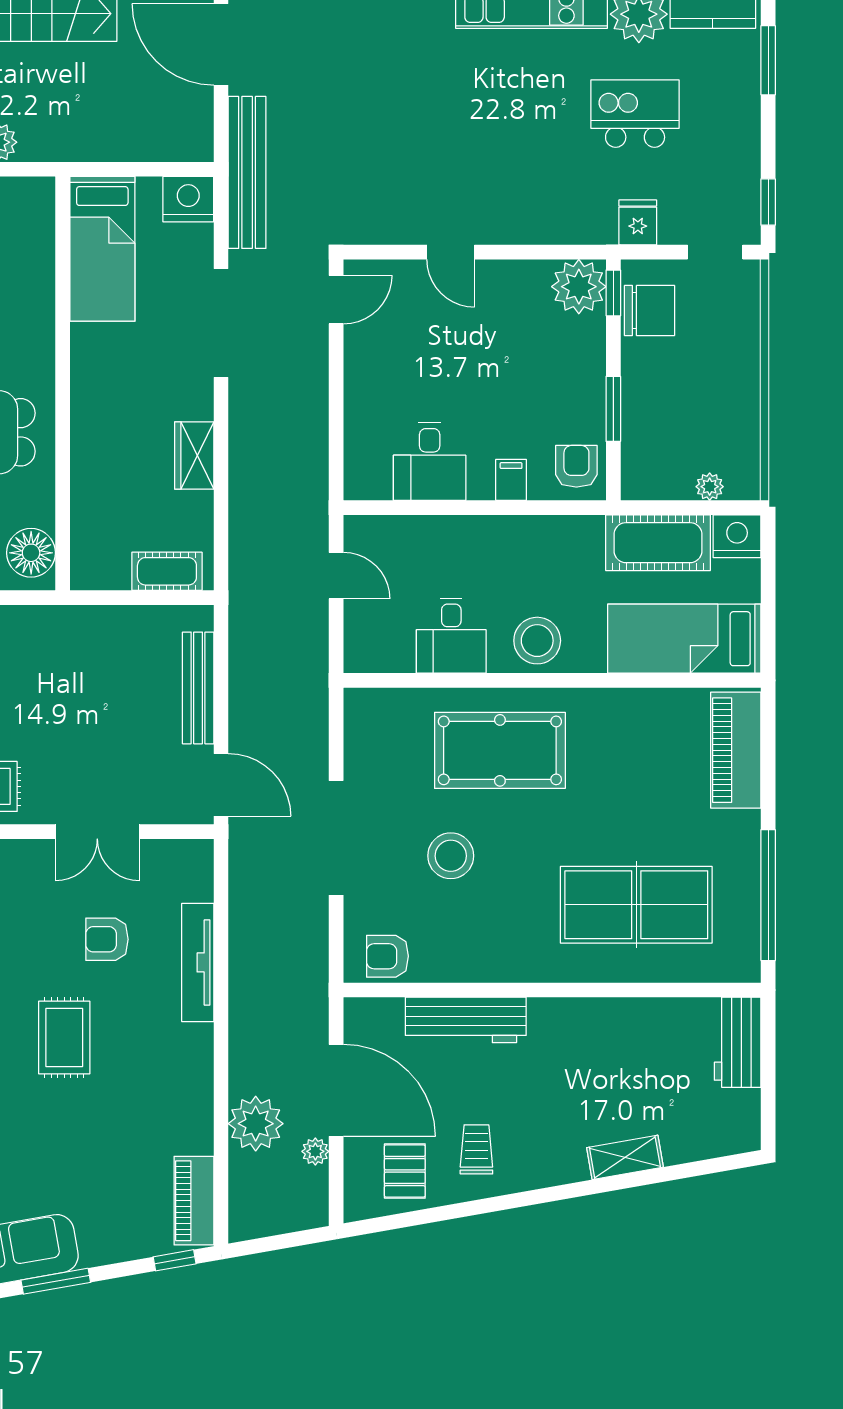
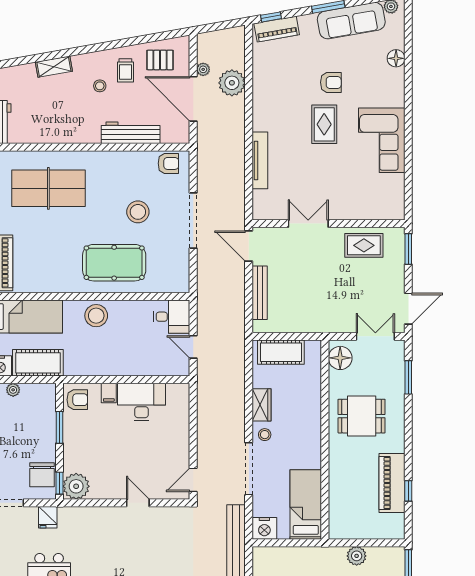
chair: (649, 311) -> (42, 475), turned -90
stool: (188, 394) -> (265, 435), added
desk: (430, 461) -> (142, 402), width x1.37
armchair: (576, 466) -> (77, 400), turned -90
cot: (167, 571) -> (281, 352), width x1.37, depth x1.34
desk: (451, 636) -> (172, 317), moved, turned 90
armchair: (107, 939) -> (331, 82), moved
stool: (530, 1117) -> (100, 86), added
pallet: (405, 1171) -> (160, 60), turned 90
piano: (194, 1201) -> (277, 29), moved, turned 80

